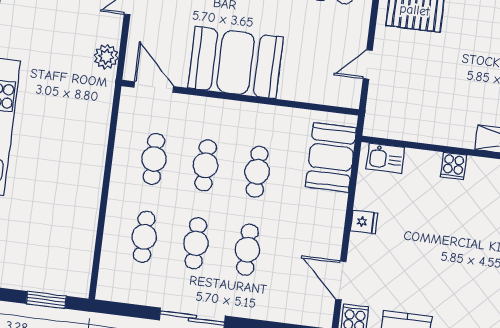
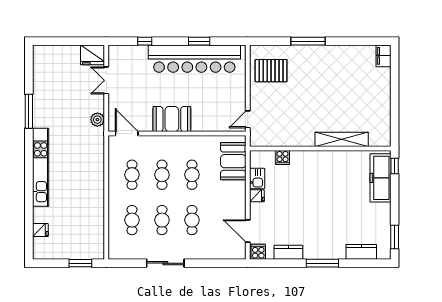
booth: (236, 63) -> (172, 119), width x0.73, depth x0.70
door: (368, 64) -> (248, 119), moved
kitchen sink: (385, 158) -> (257, 178), moved, turned -90
cooker: (453, 166) -> (283, 157), moved

